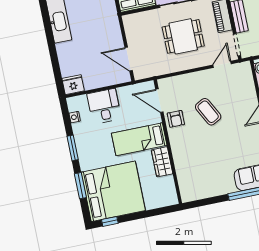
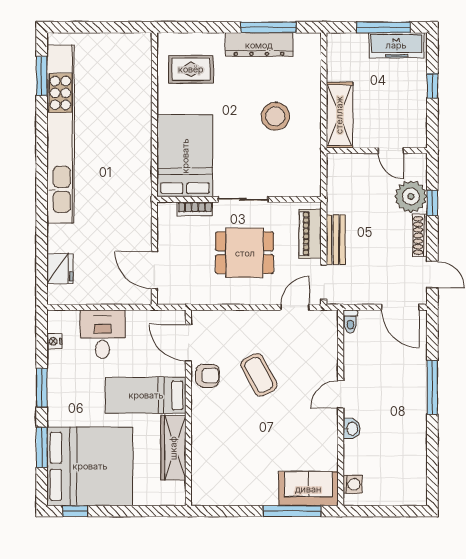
bookcase: (146, 15) -> (195, 209), added
fridge: (73, 85) -> (60, 269), moved, turned 90
armchair: (176, 119) -> (208, 376), turned -90
wardrobe: (162, 162) -> (173, 448), width x1.50

